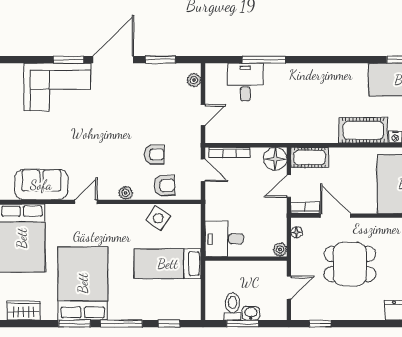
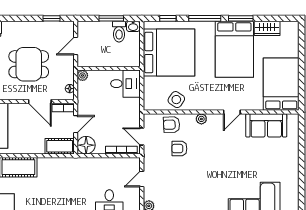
bed: (168, 264) -> (169, 53), width x2.04
wardrobe: (24, 311) -> (267, 28), moved
washbasin: (251, 313) -> (133, 26), moved

